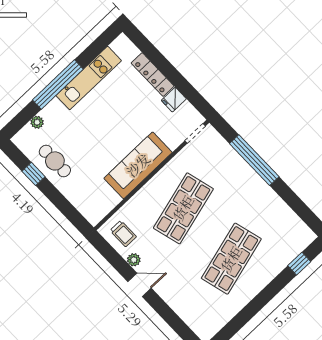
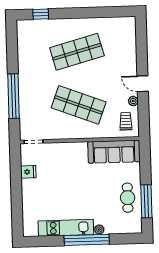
locker: (153, 75) -> (28, 197), removed
plant: (37, 122) -> (99, 229), moved
sofa: (138, 165) -> (114, 152), moved
window: (33, 174) -> (146, 201), width x2.17
shop shelf: (183, 208) -> (79, 105), turned 36

